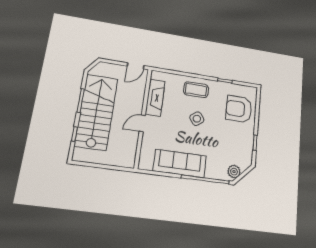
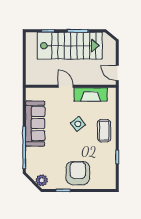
armchair: (239, 109) -> (78, 173), moved
side table: (197, 119) -> (78, 124), moved
plant: (234, 172) -> (42, 180), moved

